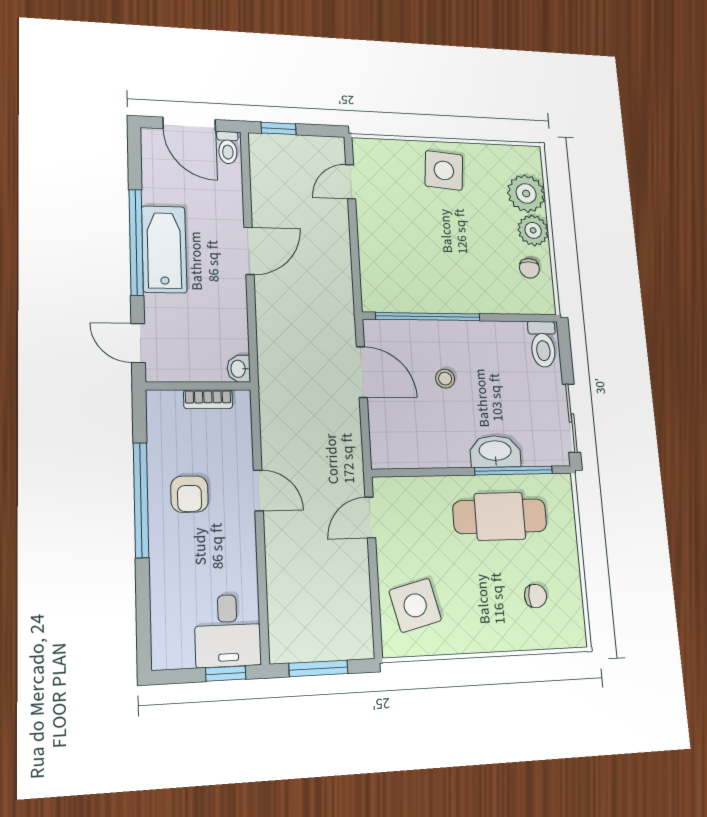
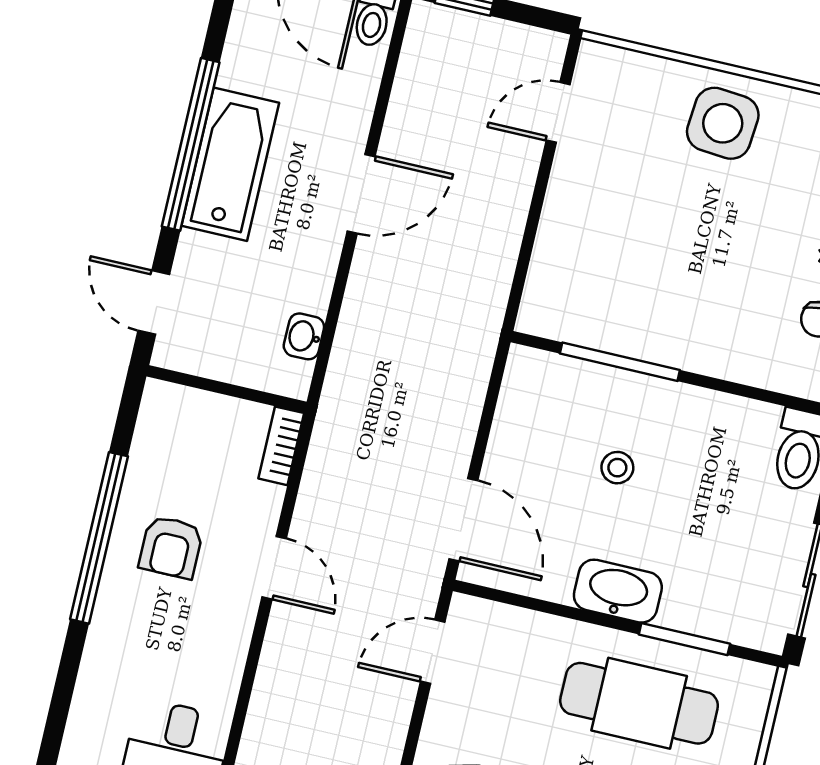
window: (428, 317) -> (620, 362), width x0.68
washbasin: (239, 369) -> (304, 336), moved
door: (362, 372) -> (463, 520), moved
bookcase: (208, 399) -> (281, 446), moved, turned 90
washbasin: (495, 451) -> (618, 591), moved
window: (514, 471) -> (684, 639), width x0.69

